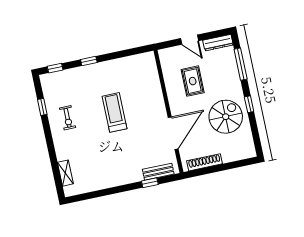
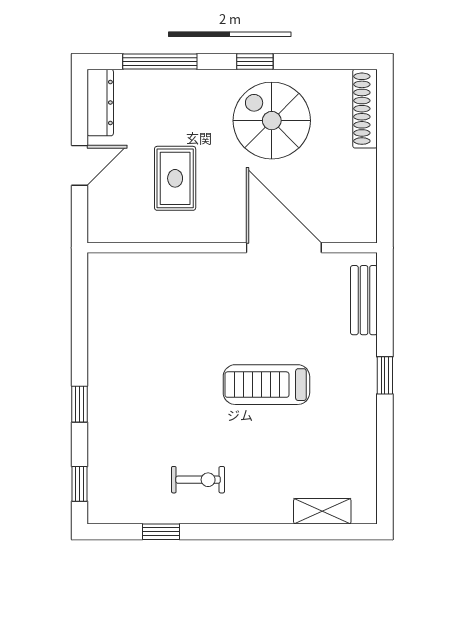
rug: (193, 81) -> (175, 178), turned 90
treadmill: (114, 112) -> (266, 385), moved
shoe rack: (205, 162) -> (365, 109), moved
window: (150, 183) -> (385, 375), moved

